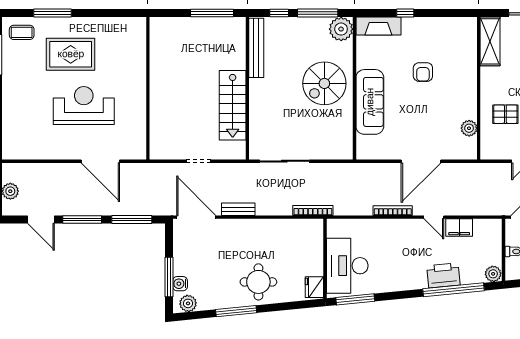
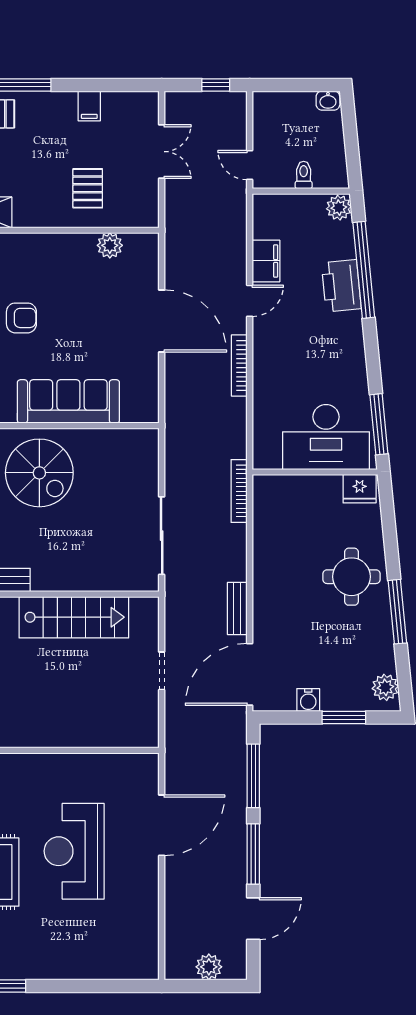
window: (169, 277) -> (344, 717), width x0.69
water cooler: (180, 284) -> (308, 700), moved

